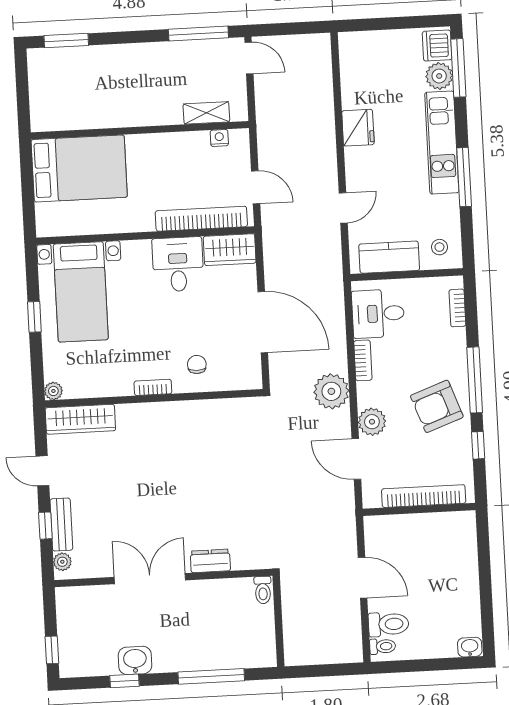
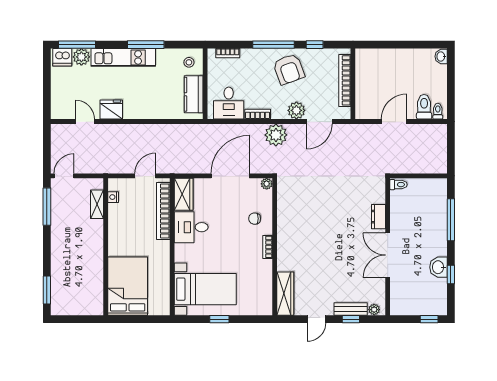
door: (343, 208) -> (85, 122), moved
plant: (53, 391) -> (267, 184), moved

